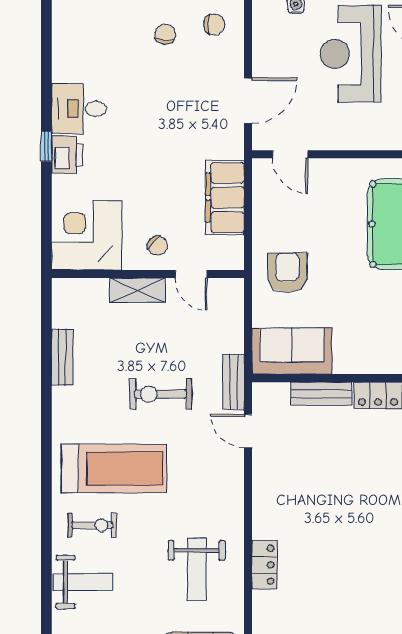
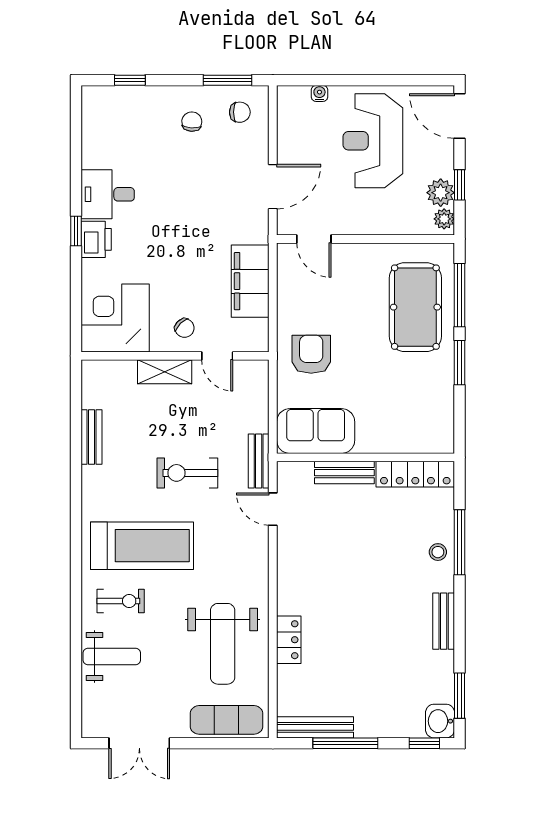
weight bench: (197, 569) -> (223, 644), width x1.36, depth x1.33

